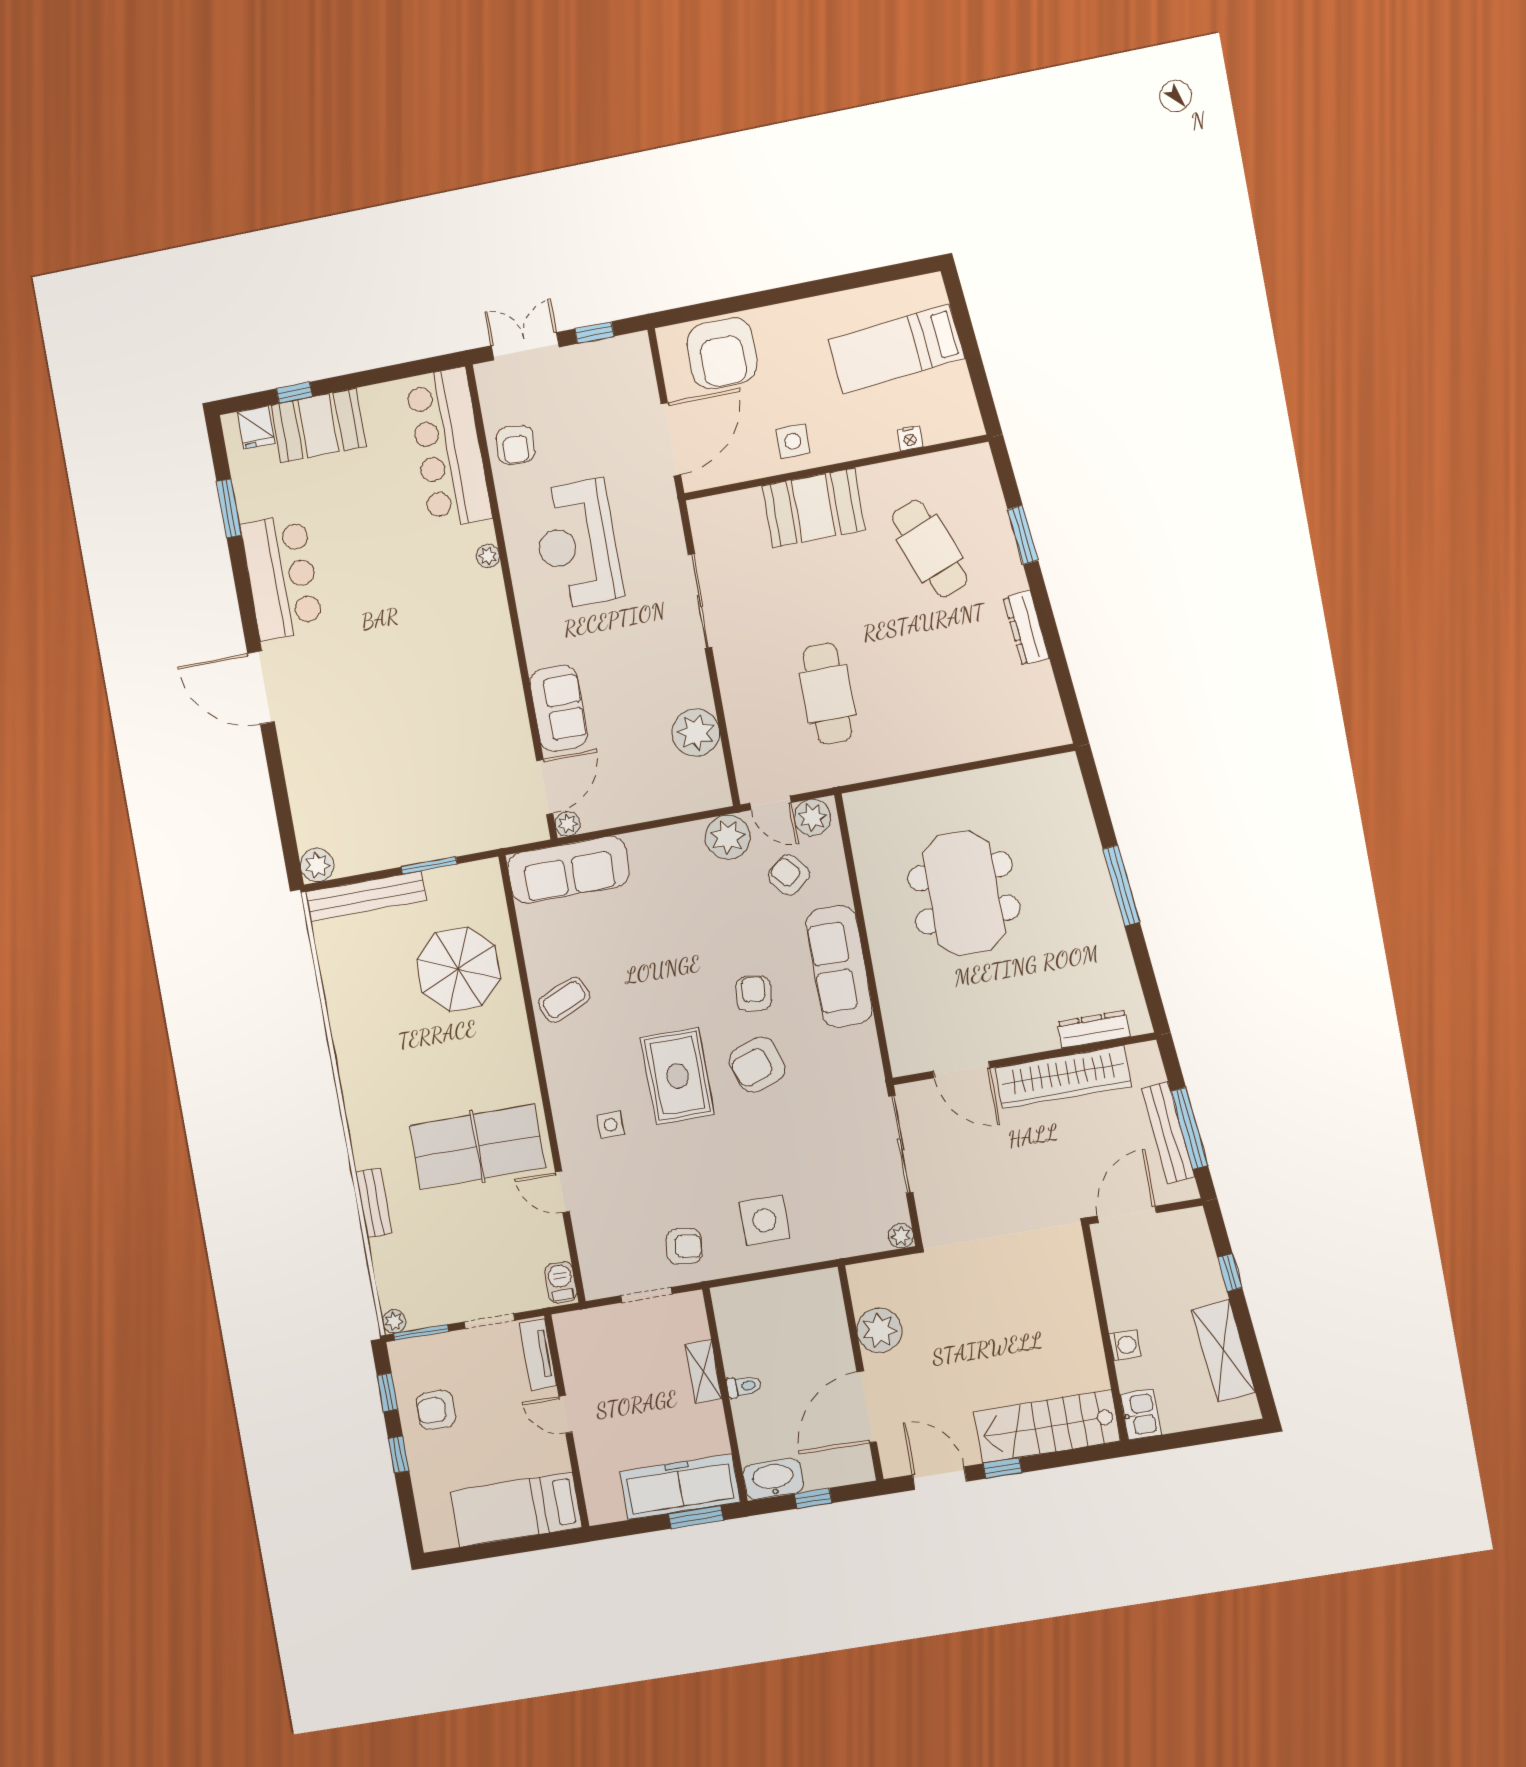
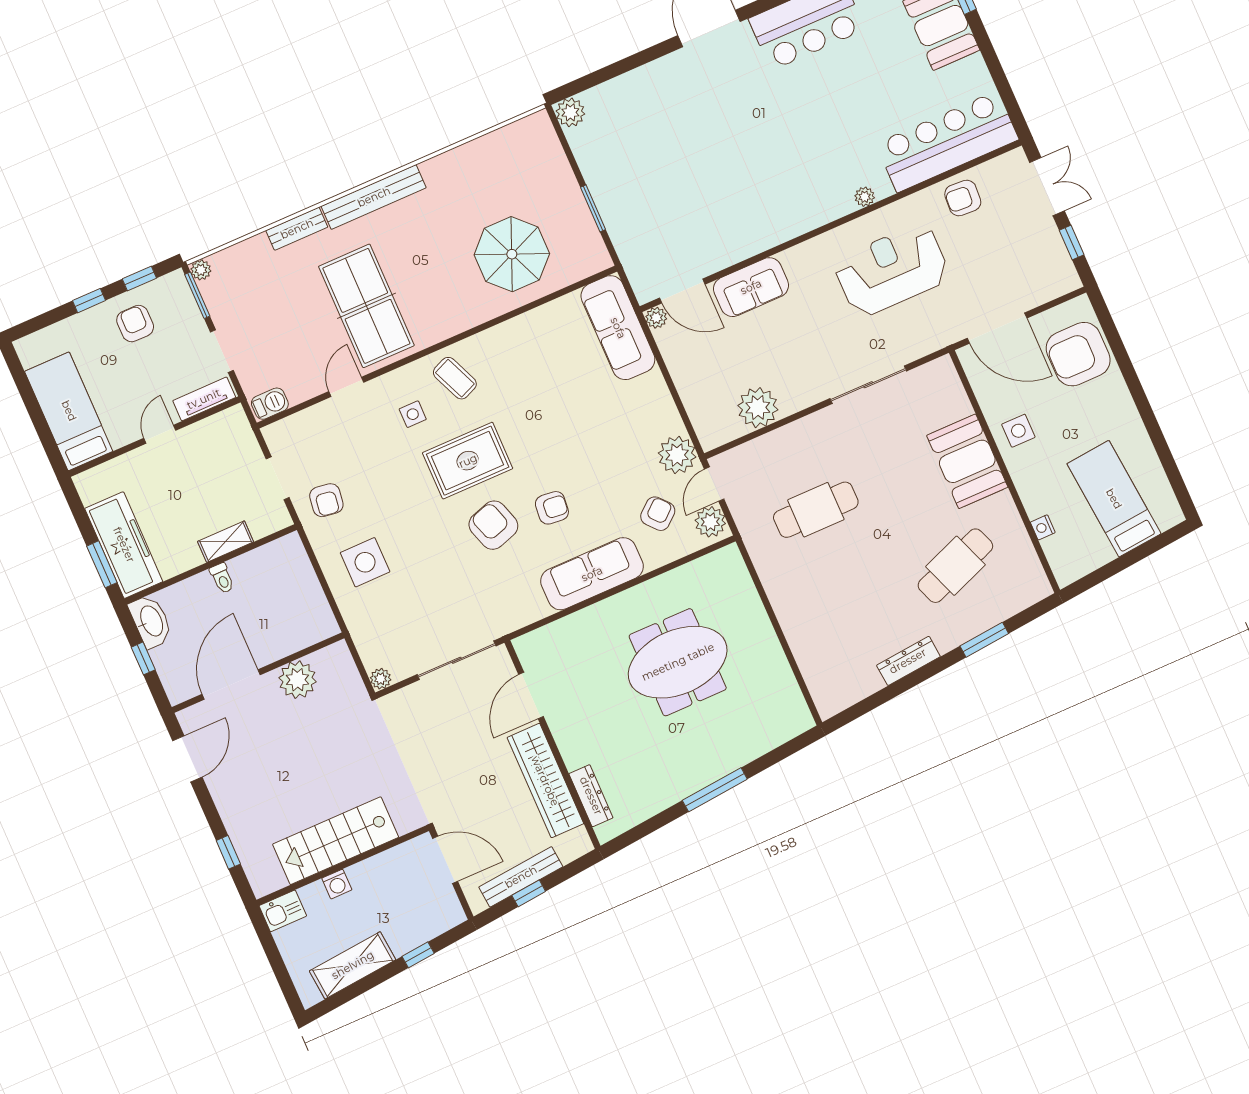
bench: (366, 896) -> (374, 197), moved, turned 90
coffee table: (564, 1000) -> (455, 378), moved
window: (1189, 1128) -> (529, 893), width x0.46
door: (867, 1407) -> (231, 685), hinge flipped
stairs: (1047, 1427) -> (336, 841), moved, turned -90
window: (1003, 1468) -> (228, 852), moved

